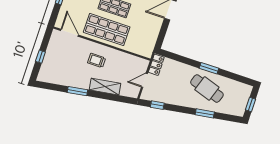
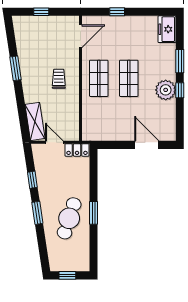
shop shelf: (107, 30) -> (99, 78), width x0.70, depth x0.74
shelving: (105, 87) -> (35, 121), moved
window: (157, 105) -> (32, 180), moved
window: (205, 113) -> (37, 213), moved

